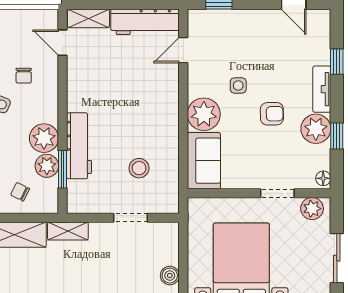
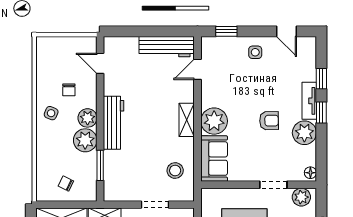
shelving: (88, 18) -> (187, 120), moved, turned 90
side table: (238, 85) -> (255, 52), moved
window: (337, 136) -> (321, 113), moved
workbench: (79, 146) -> (113, 123), moved
plant: (47, 166) -> (88, 118), moved
stool: (139, 168) -> (175, 171), moved

